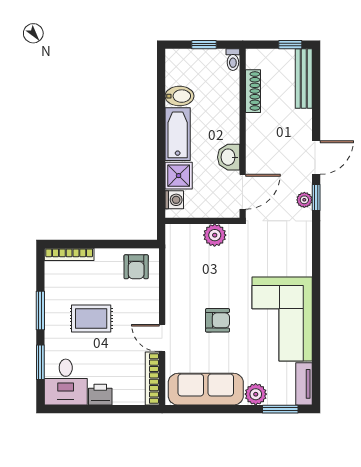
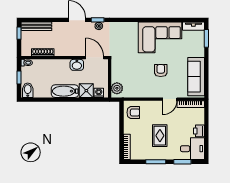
bidet: (180, 96) -> (28, 90), moved
plant: (215, 235) -> (117, 88), moved
plant: (256, 394) -> (199, 51), removed

